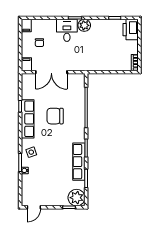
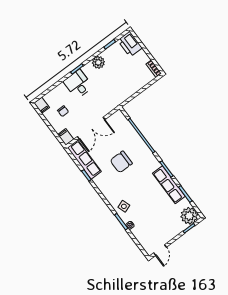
plant: (84, 25) -> (98, 62), moved
row of seats: (28, 119) -> (84, 160), moved

